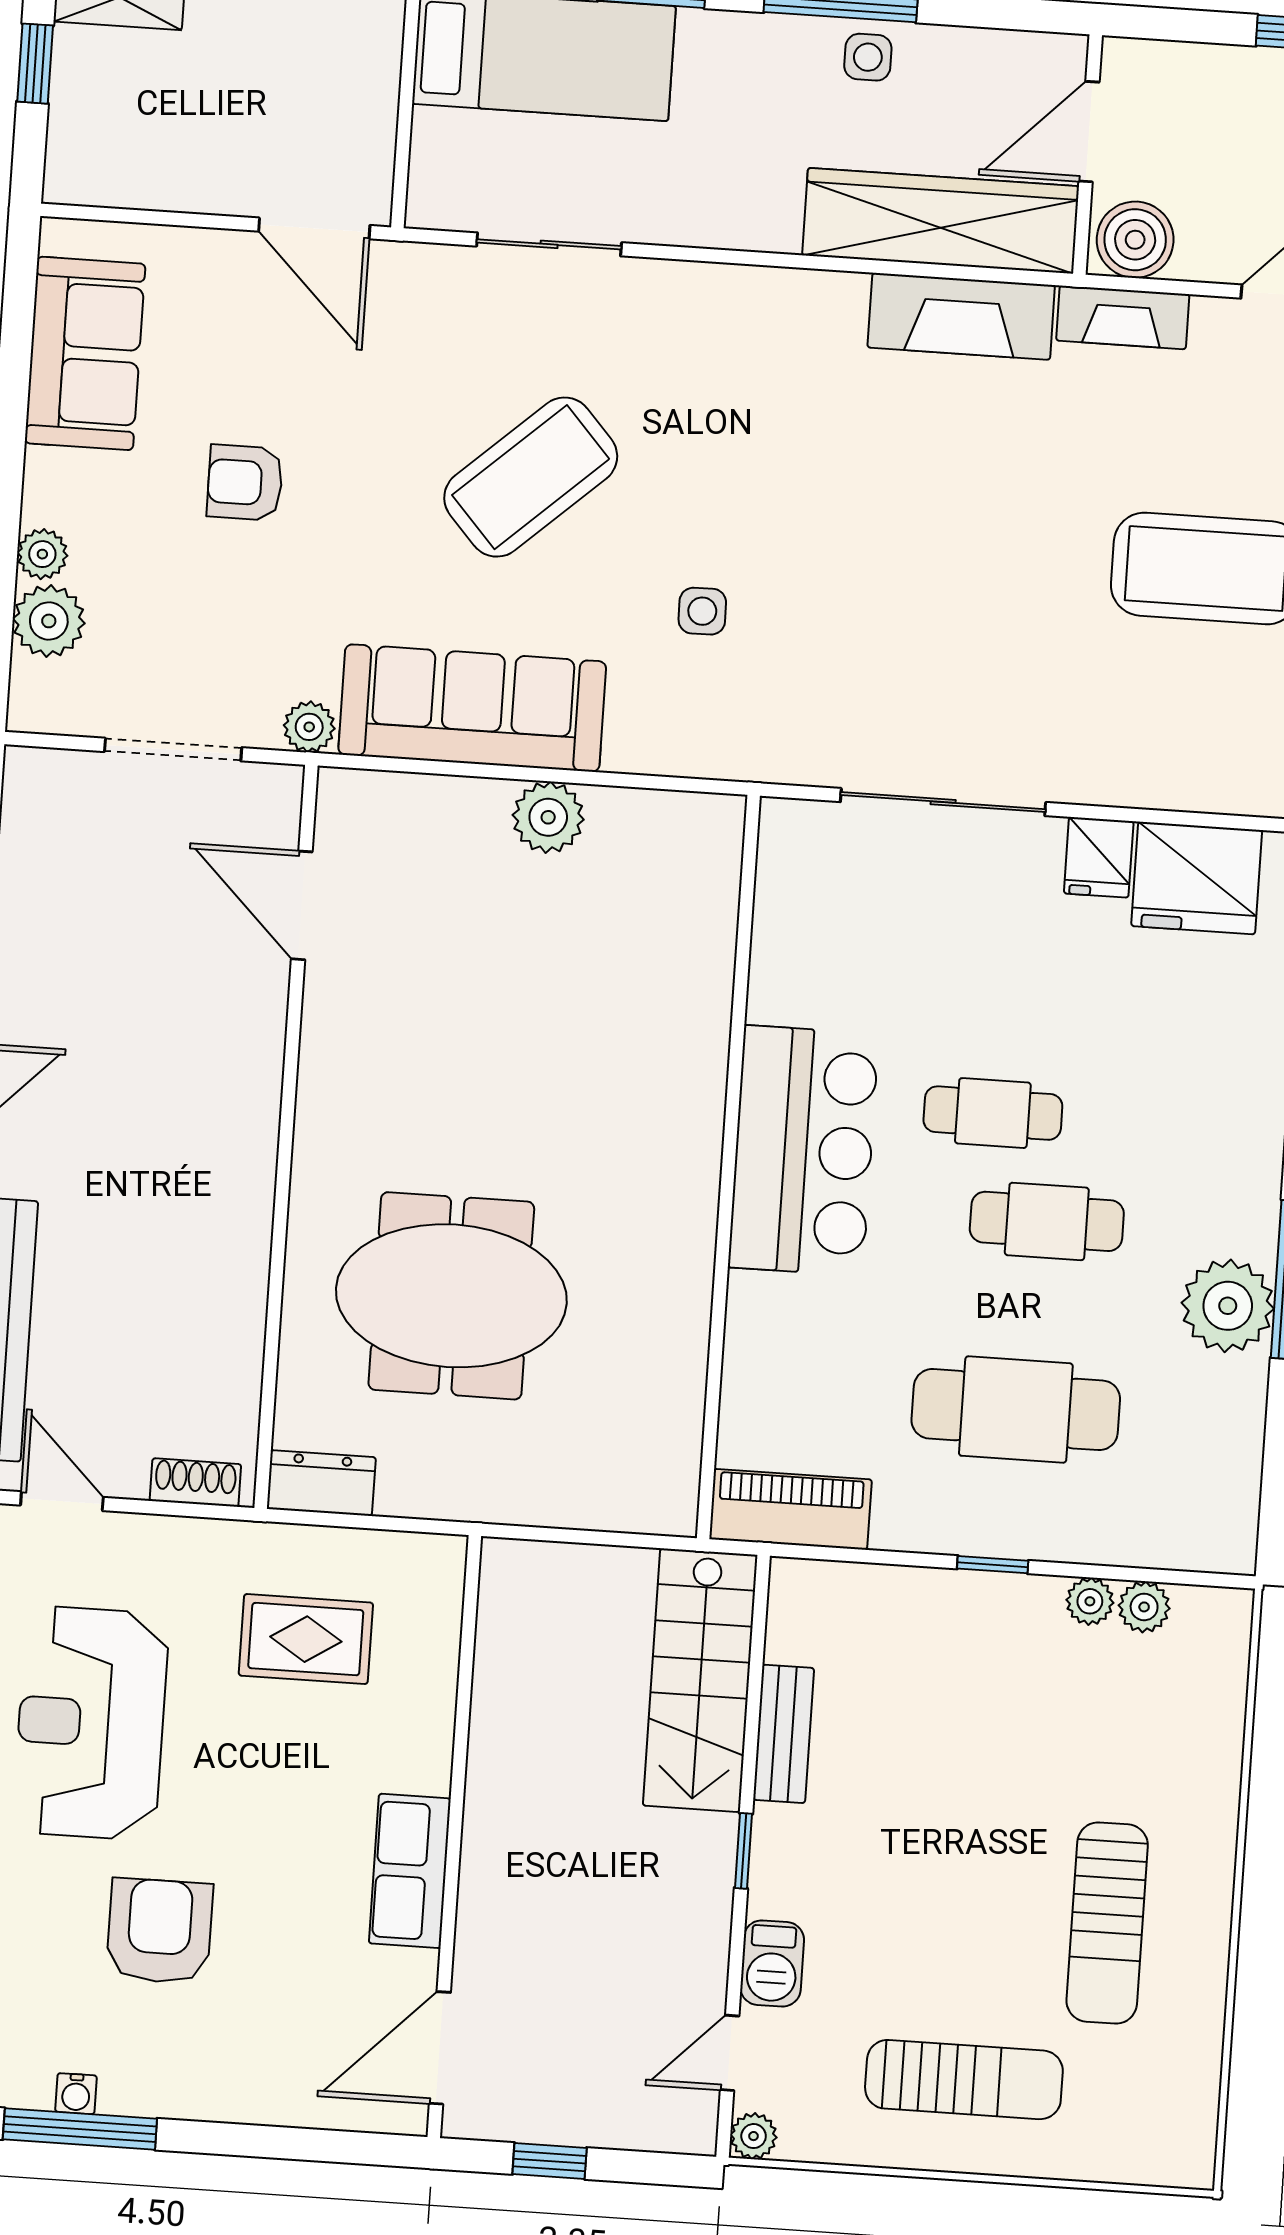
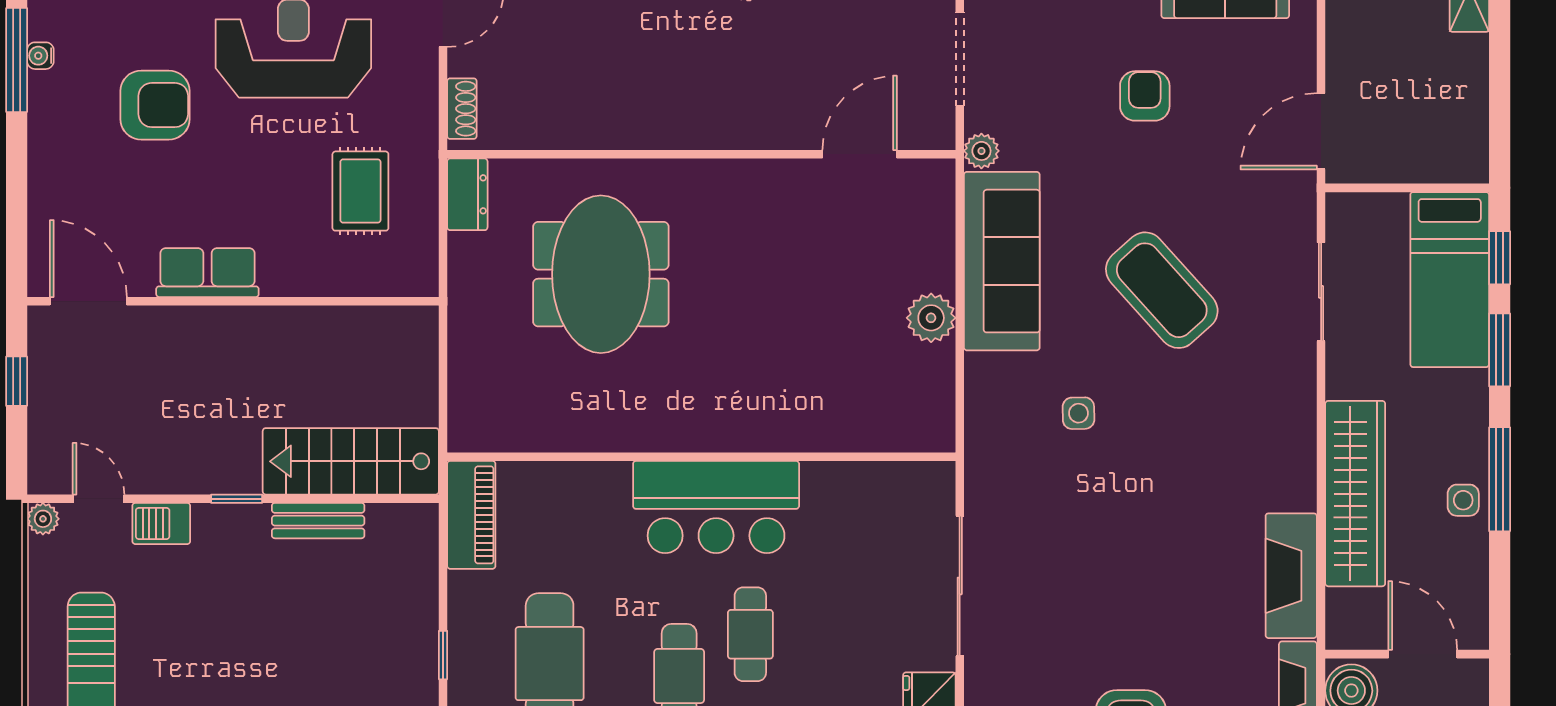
wardrobe: (941, 221) -> (1355, 494), moved

